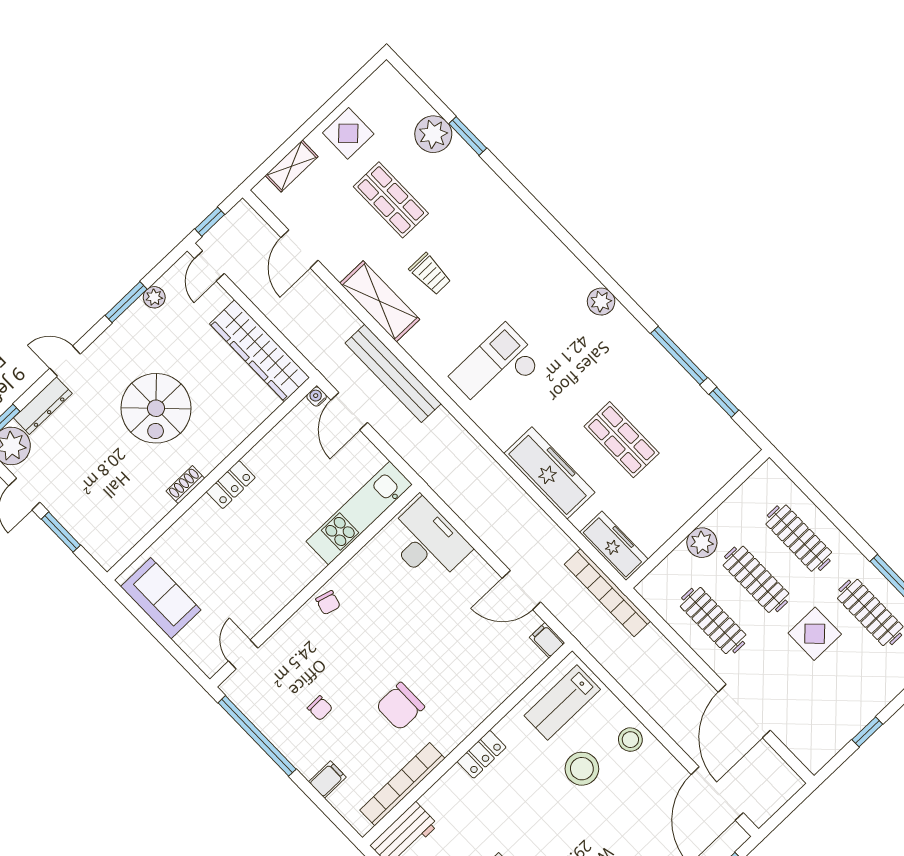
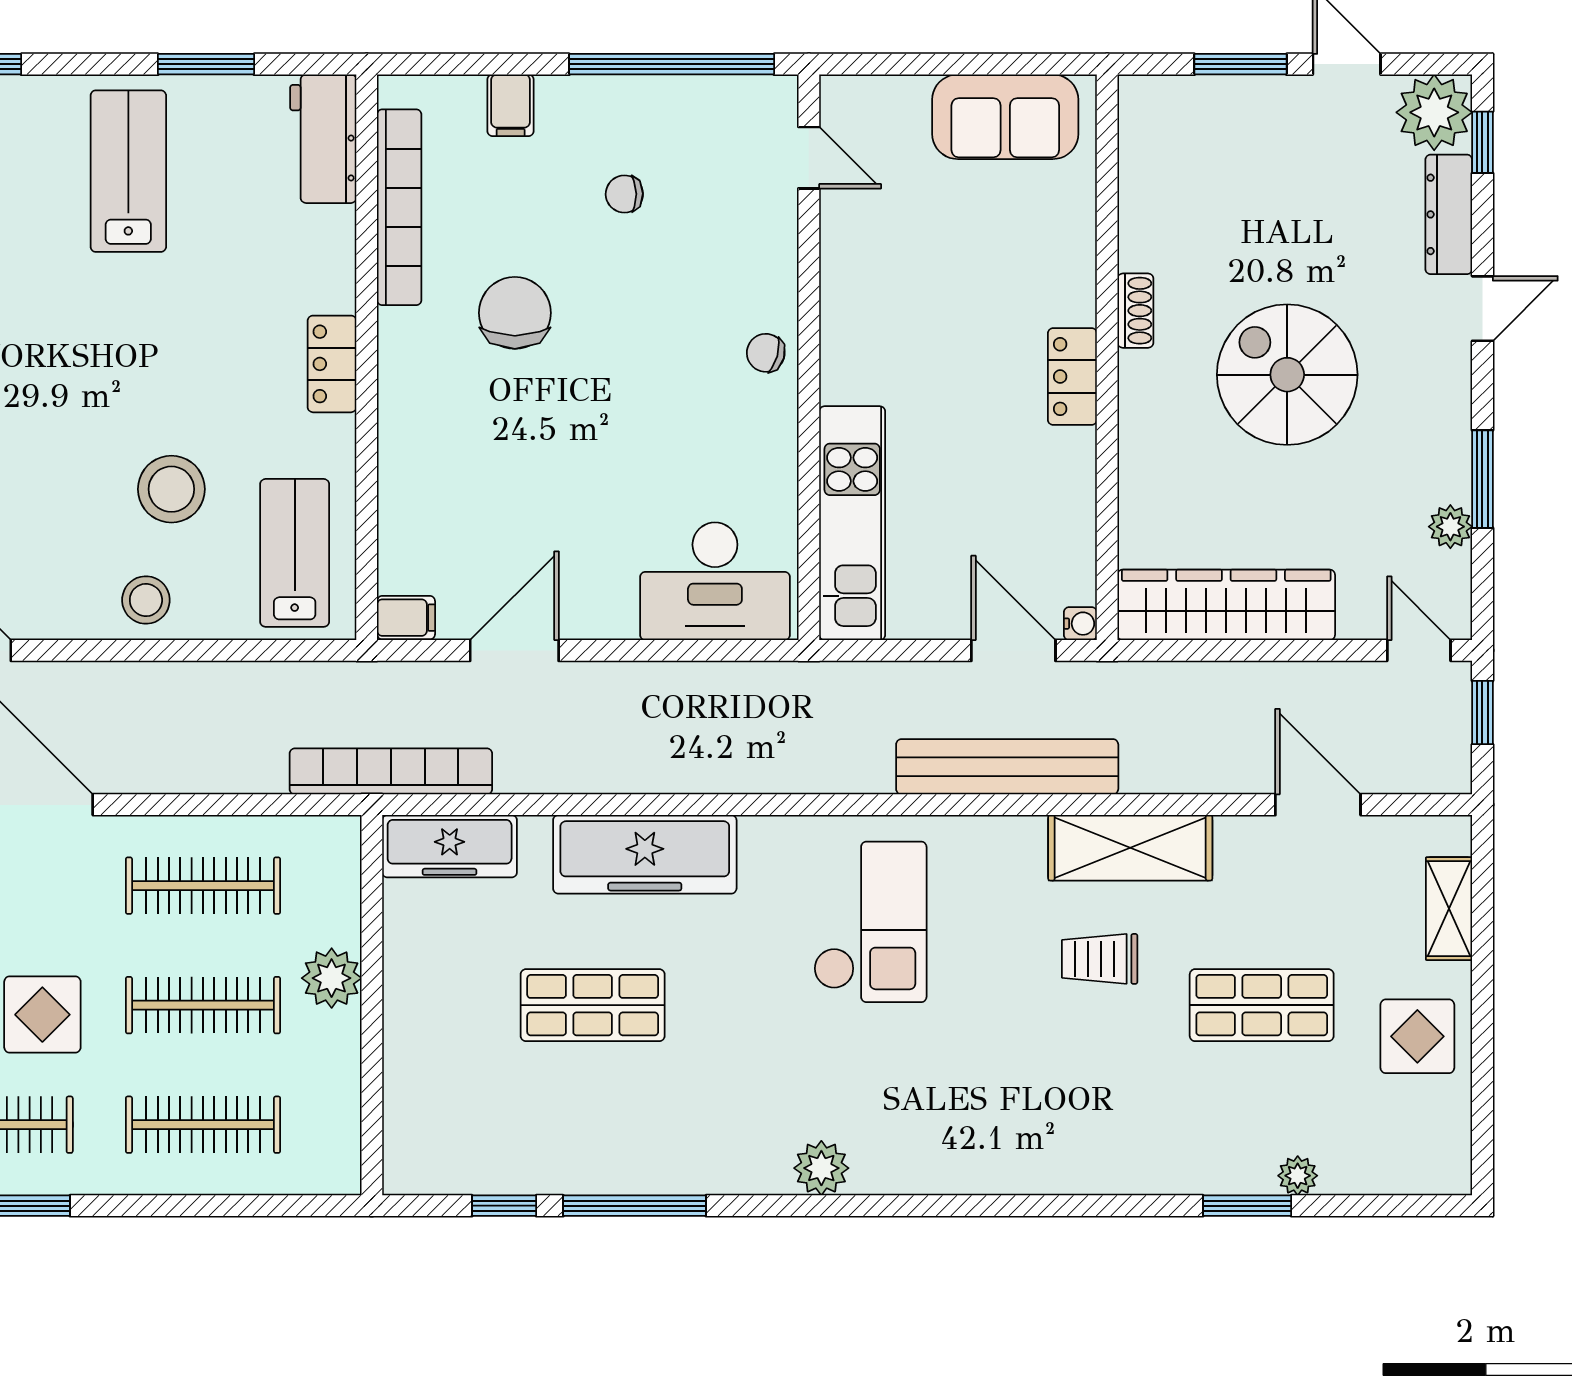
plant: (433, 134) -> (1298, 1176), width x0.53, depth x0.53

